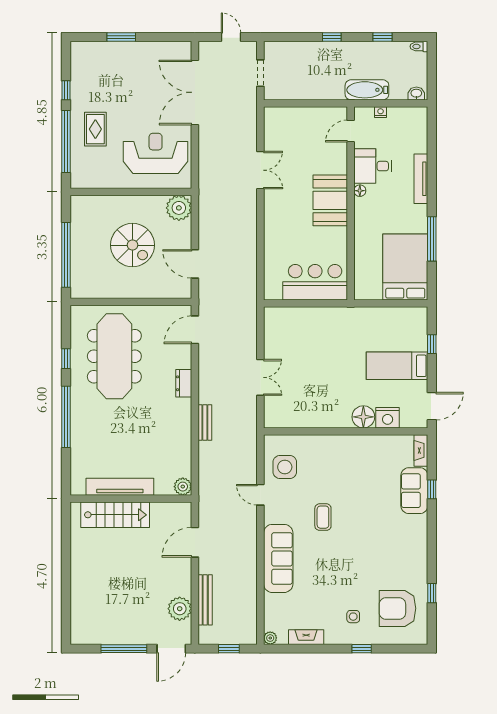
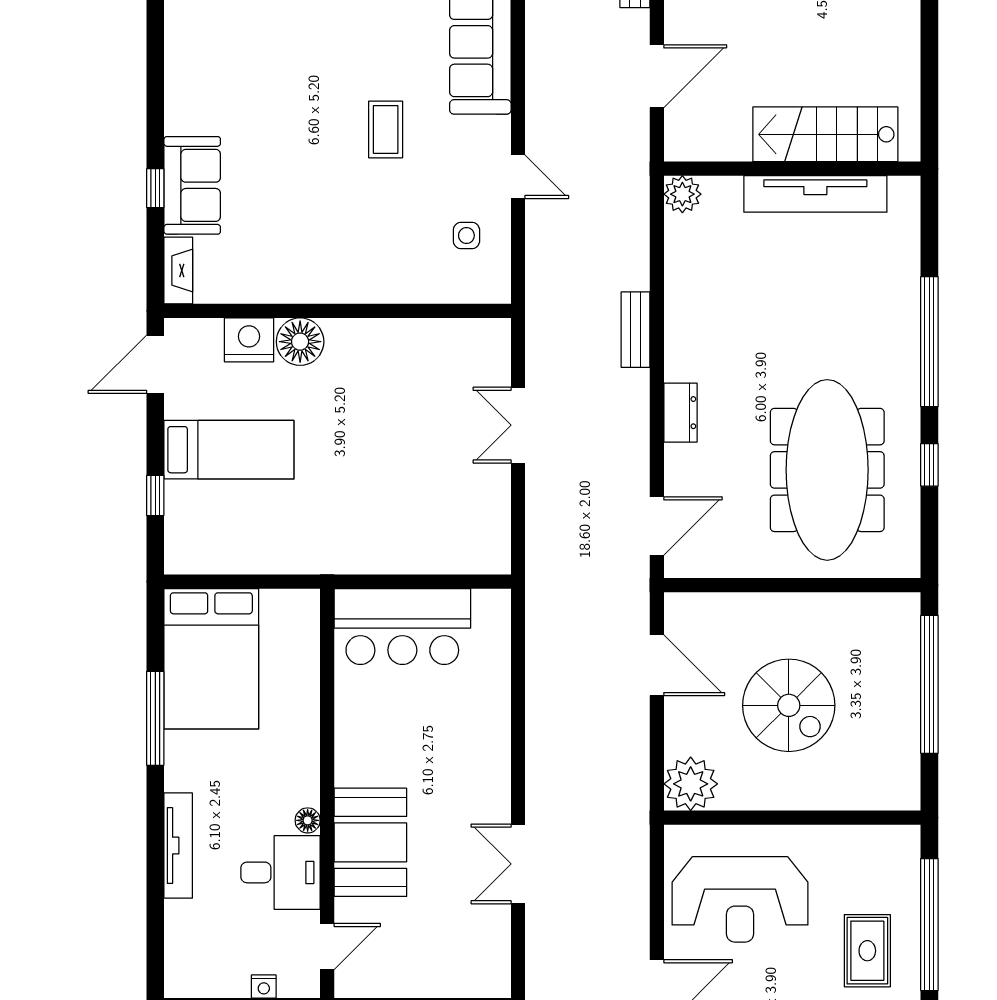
booth: (330, 200) -> (370, 842), moved
spiral stairs: (132, 245) -> (789, 705), turned 180
side table: (285, 467) -> (466, 236), width x0.54, depth x0.54

